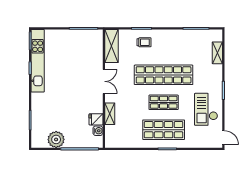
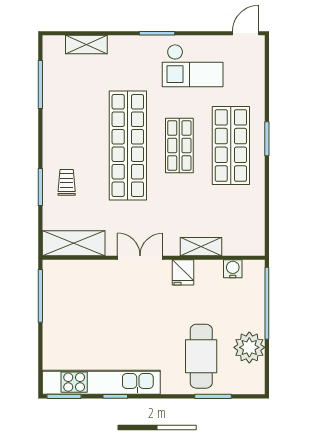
cafe table: (51, 114) -> (201, 356), added
fridge: (96, 119) -> (183, 272), moved

